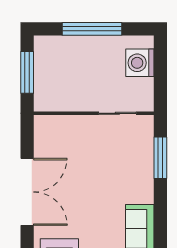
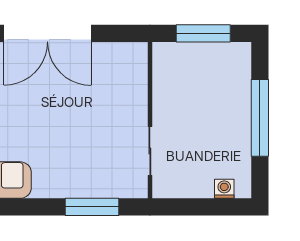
washing machine: (140, 63) -> (224, 189), width x0.53, depth x0.53

